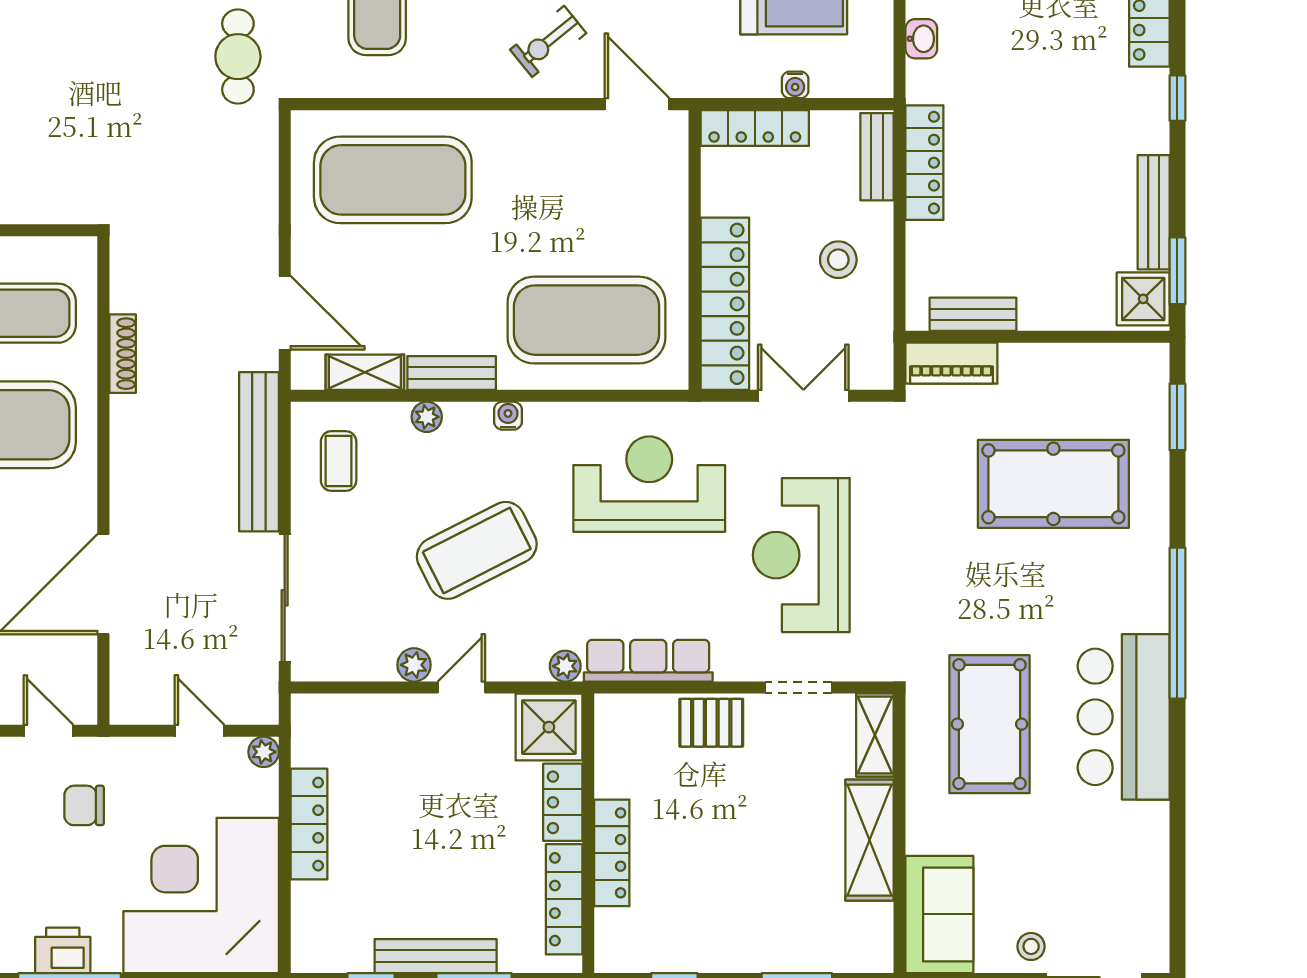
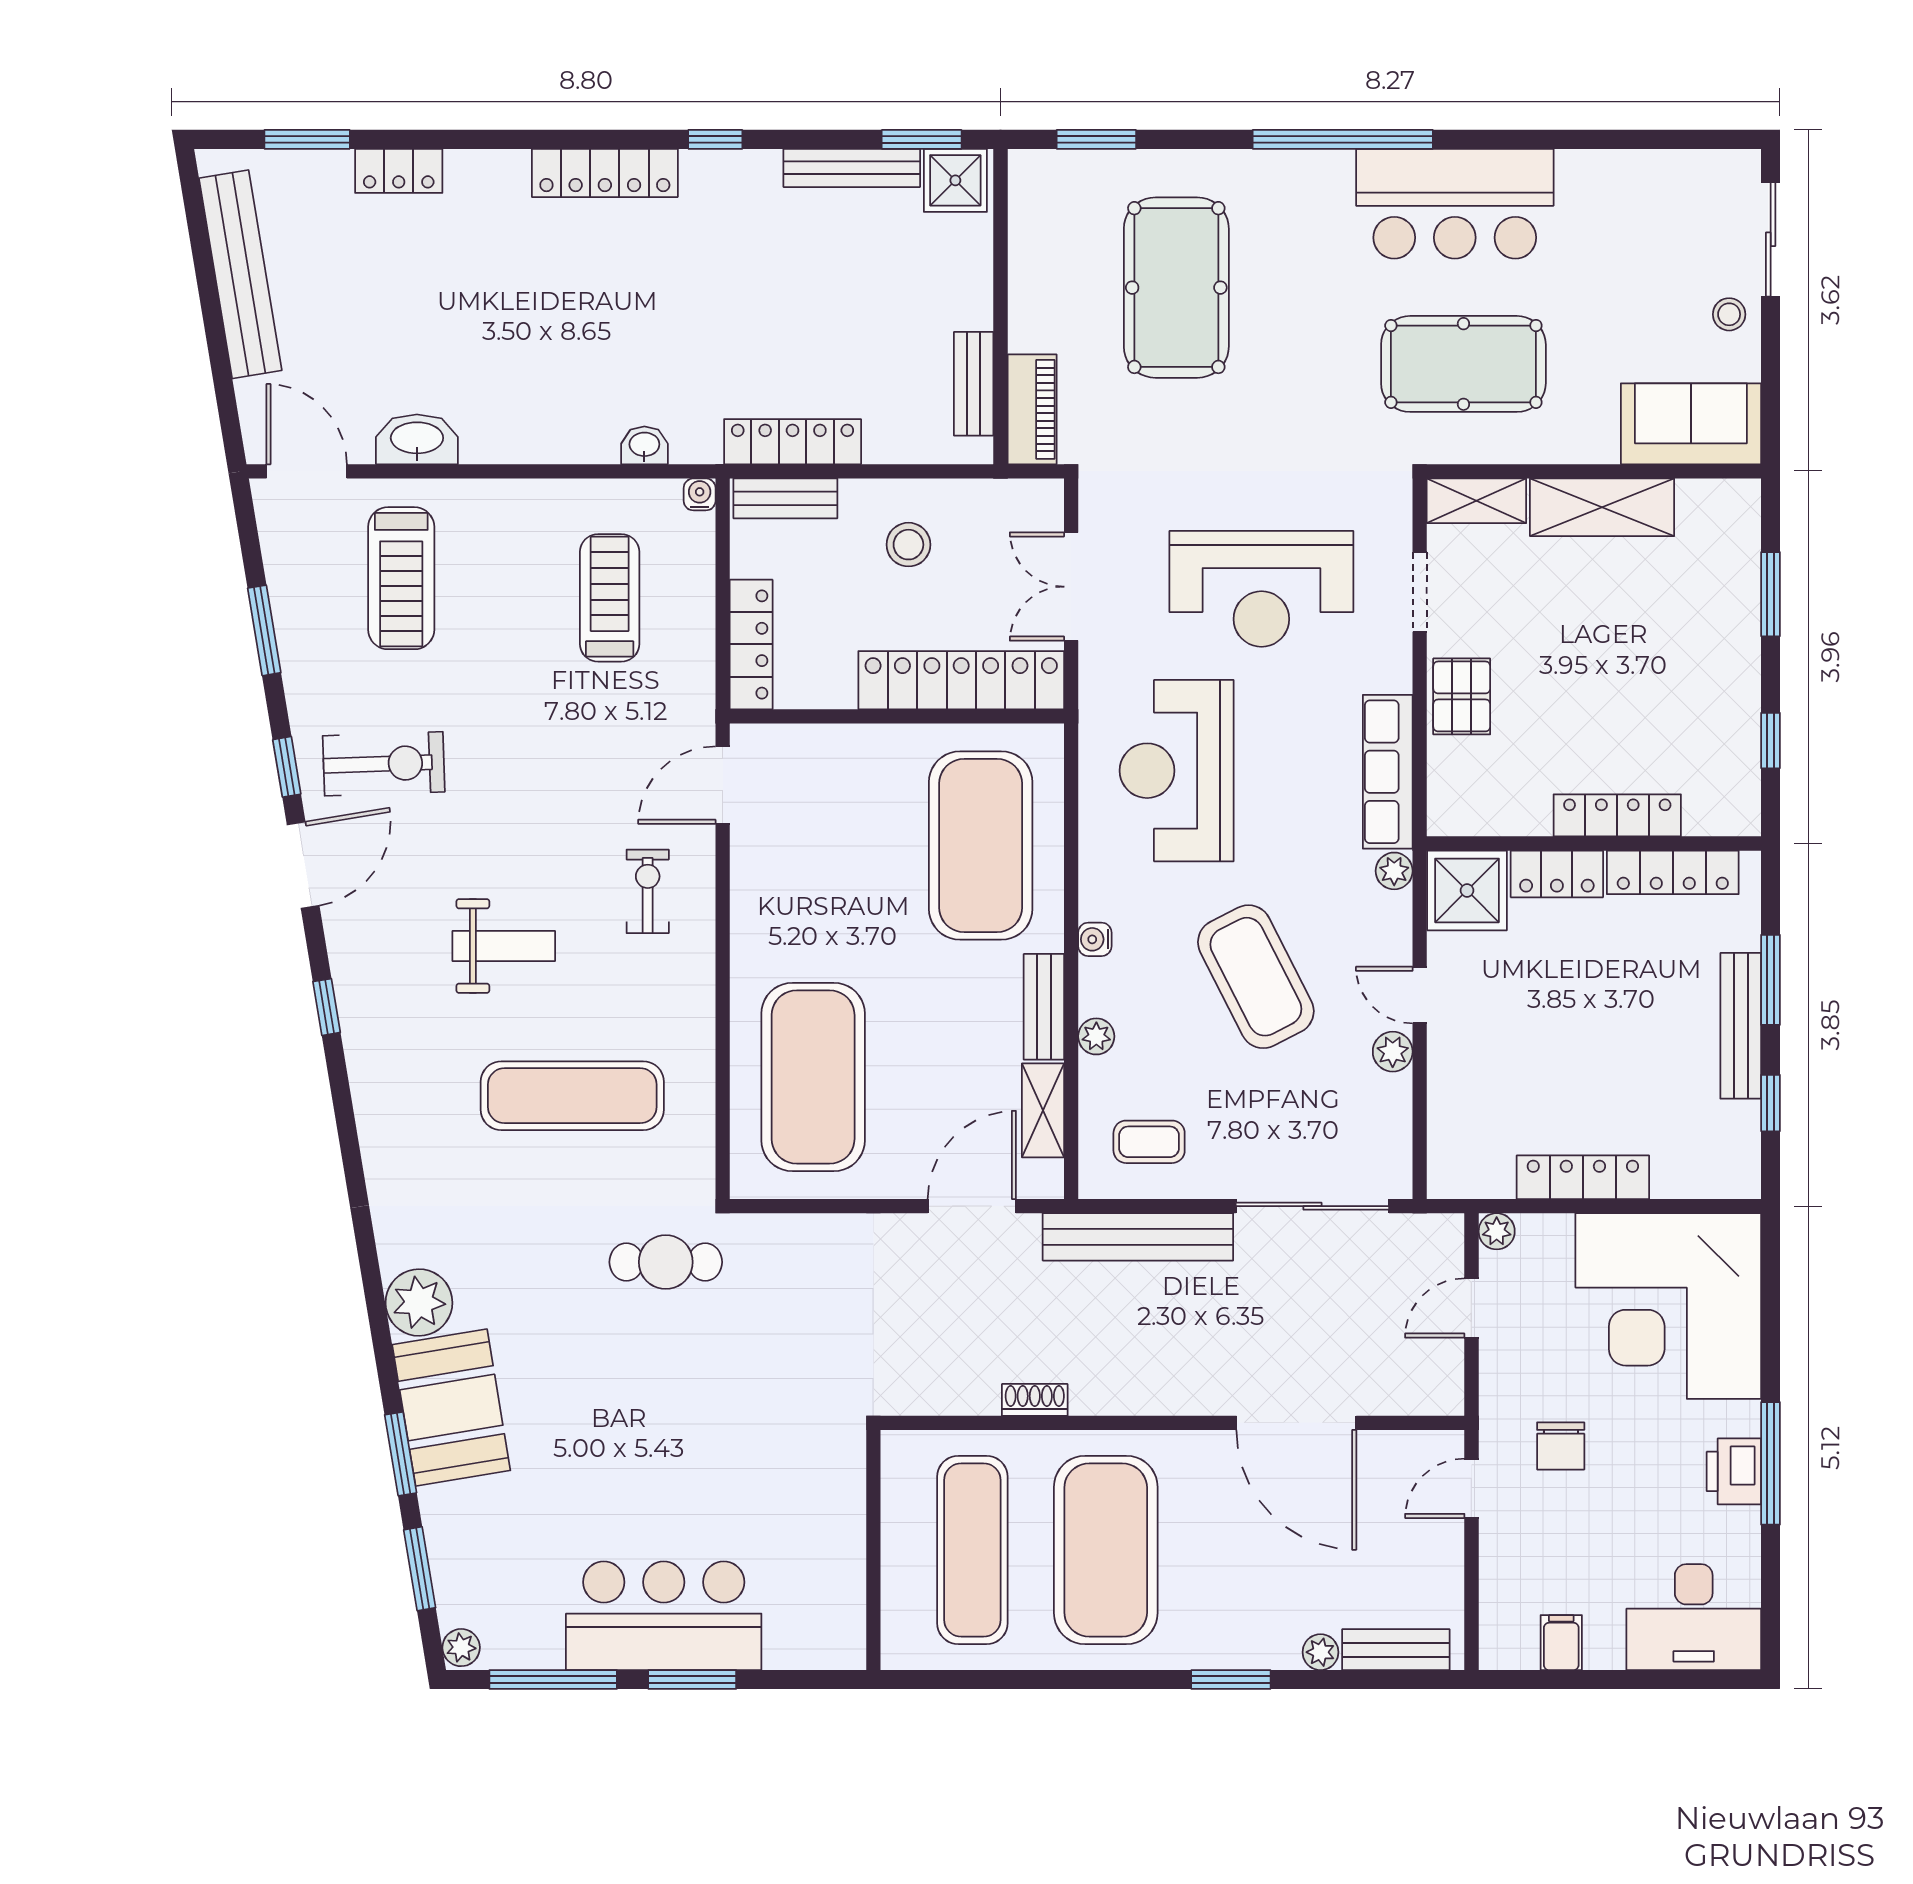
exercise bike: (548, 41) -> (648, 891), turned -141
water cooler: (795, 85) -> (700, 494), moved, turned -90
shoe rack: (123, 354) -> (1035, 1400), width x0.70

